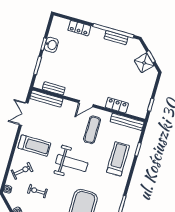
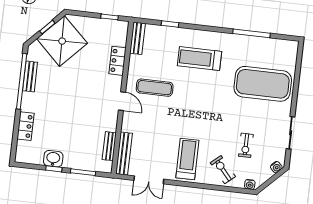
shower: (144, 63) -> (62, 41), width x1.86, depth x1.86
bench: (127, 122) -> (137, 38), width x0.73
treadmill: (118, 159) -> (200, 59), moved
weight bench: (72, 163) -> (202, 107), removed

